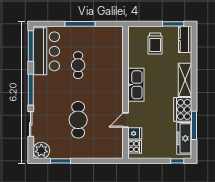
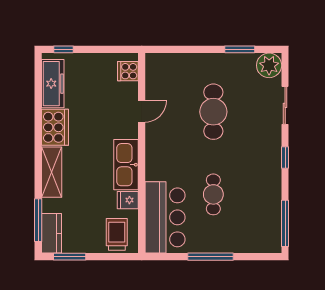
trolley: (155, 44) -> (117, 234), moved
bar counter: (46, 51) -> (165, 217), moved, turned 180
window: (31, 90) -> (285, 157), width x0.46
window: (194, 125) -> (38, 220), moved
fridge: (135, 133) -> (128, 200), moved

